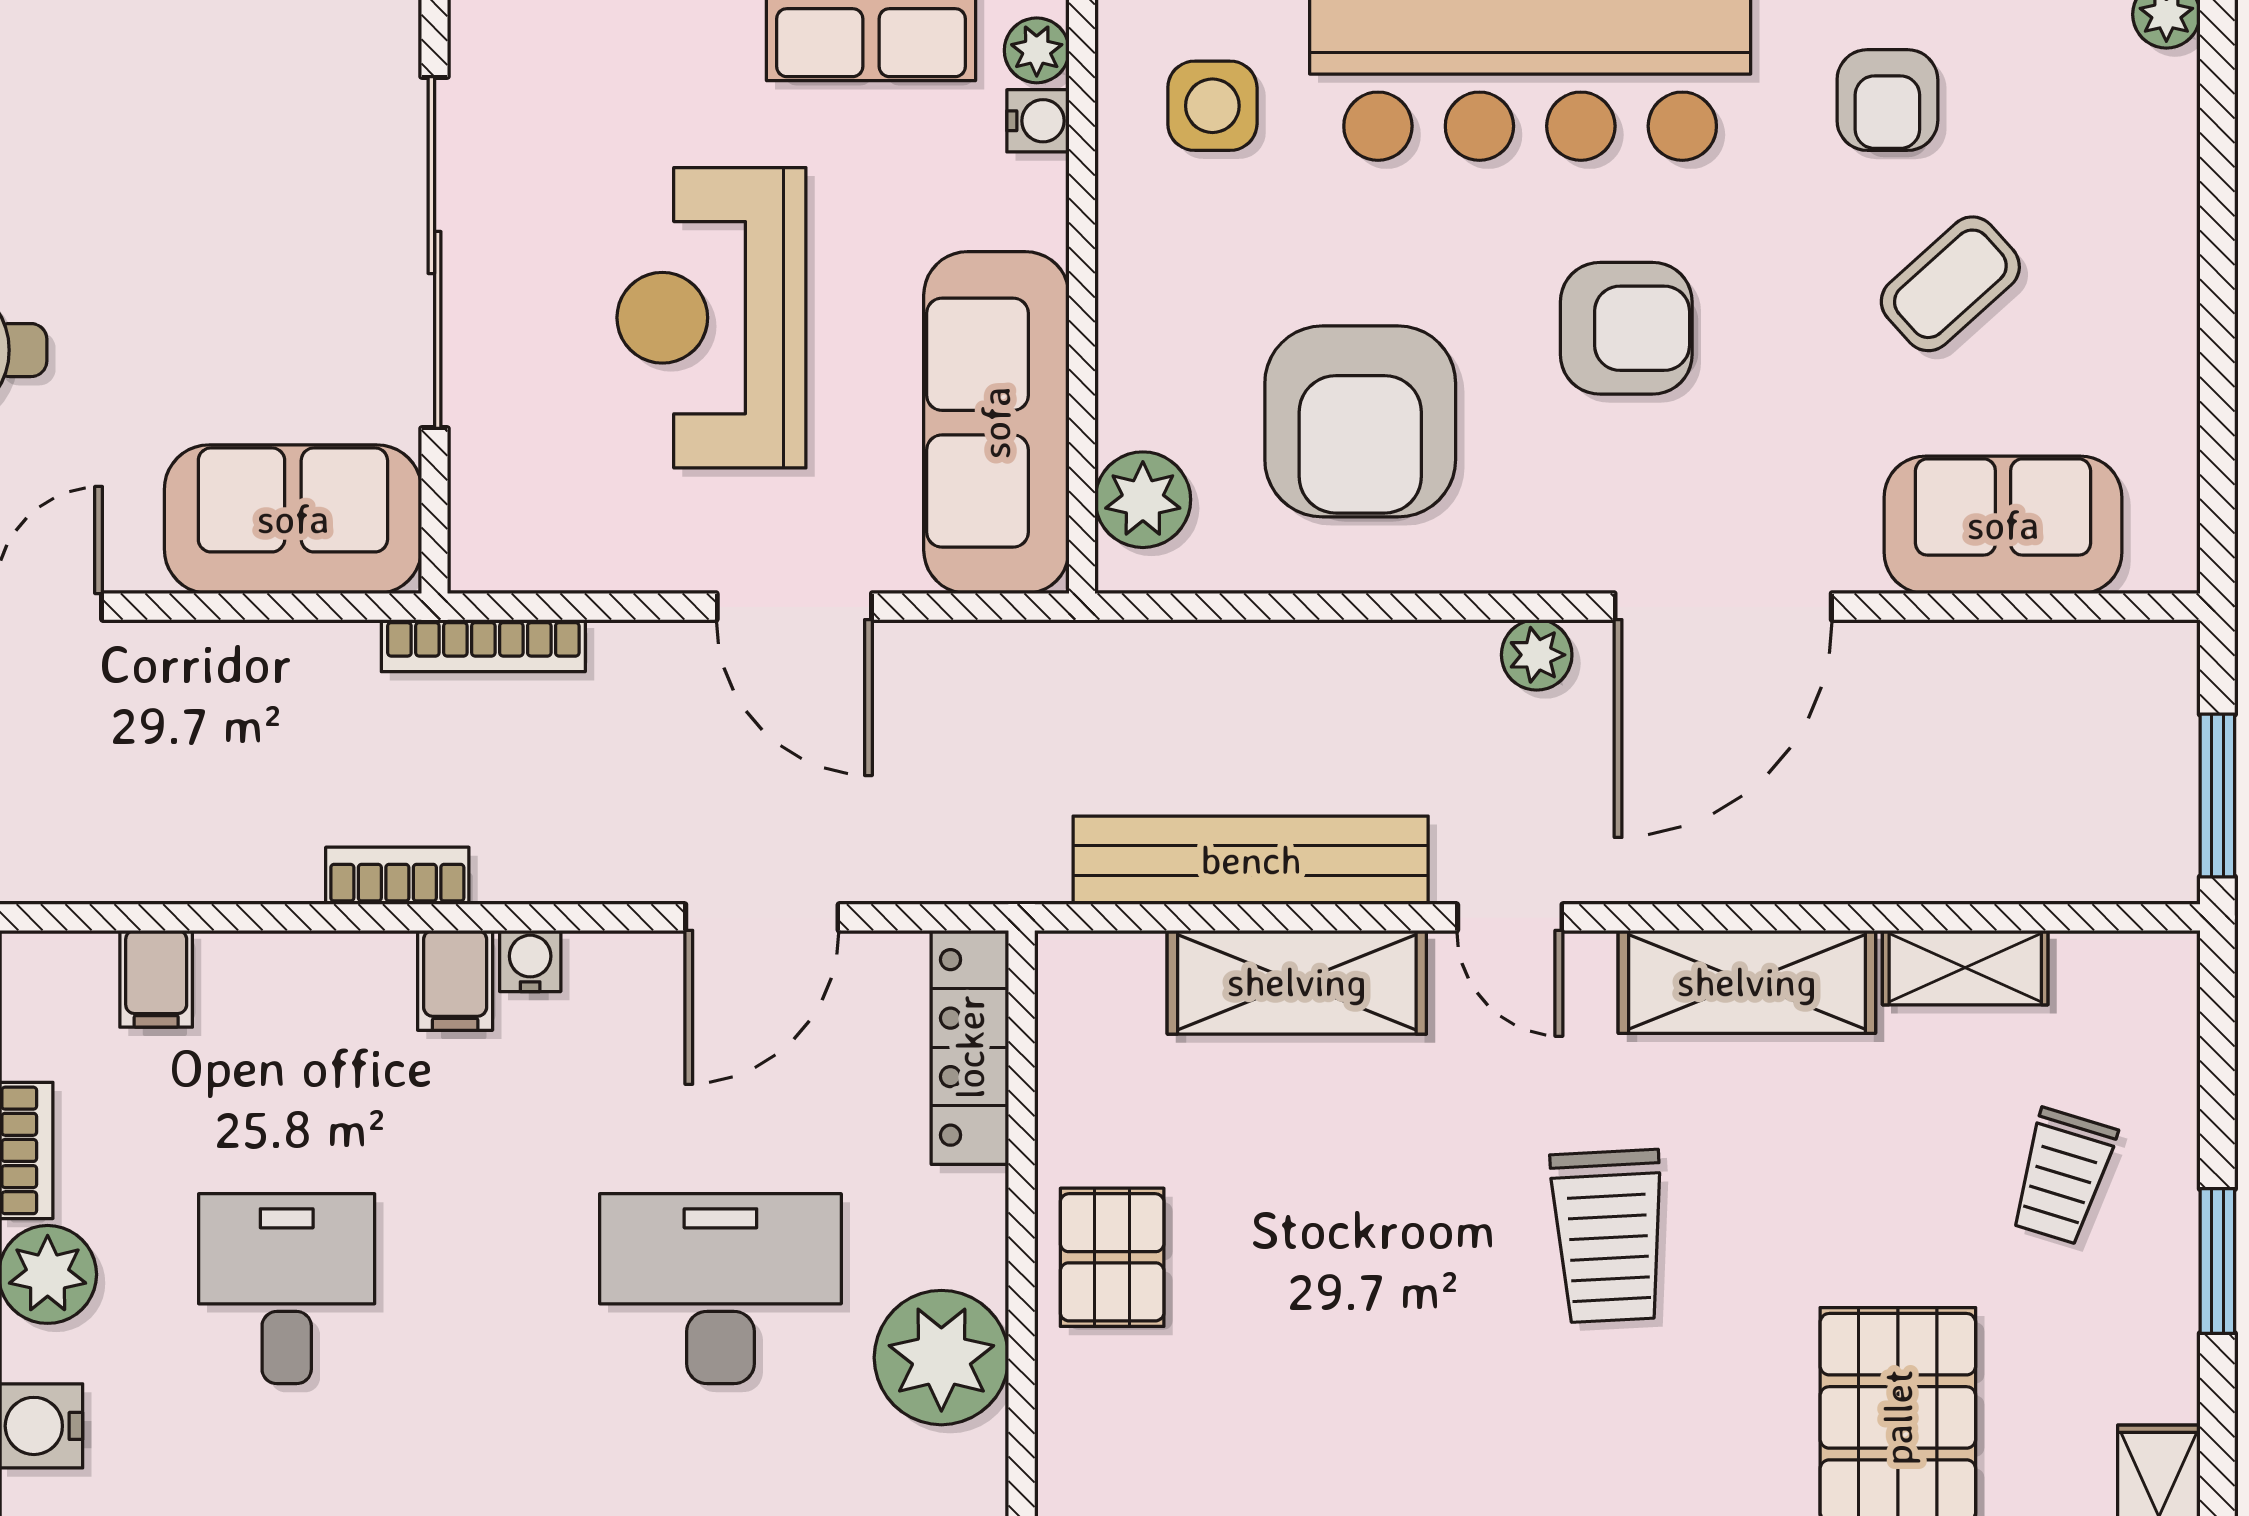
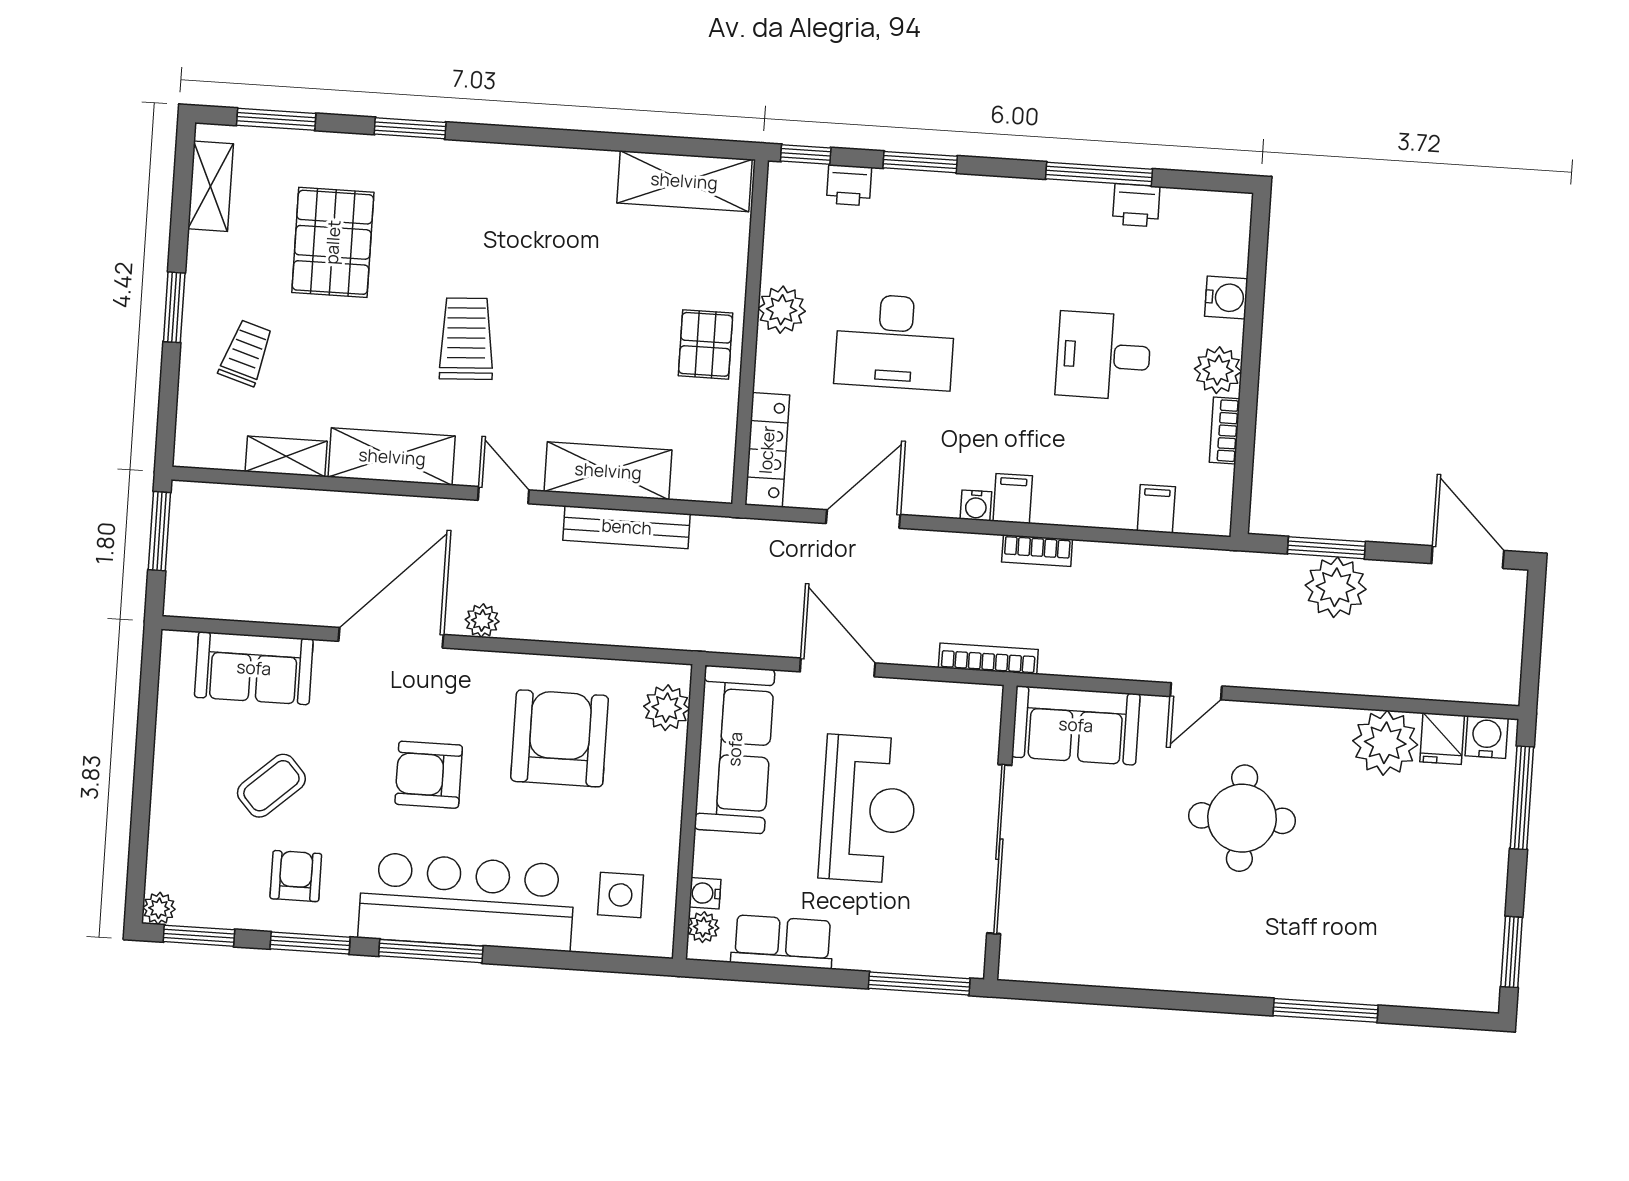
bench: (1251, 860) -> (627, 527), width x0.73, depth x0.82
desk: (287, 1289) -> (1103, 356), turned 90
plant: (941, 1358) -> (782, 310), width x0.73, depth x0.73

